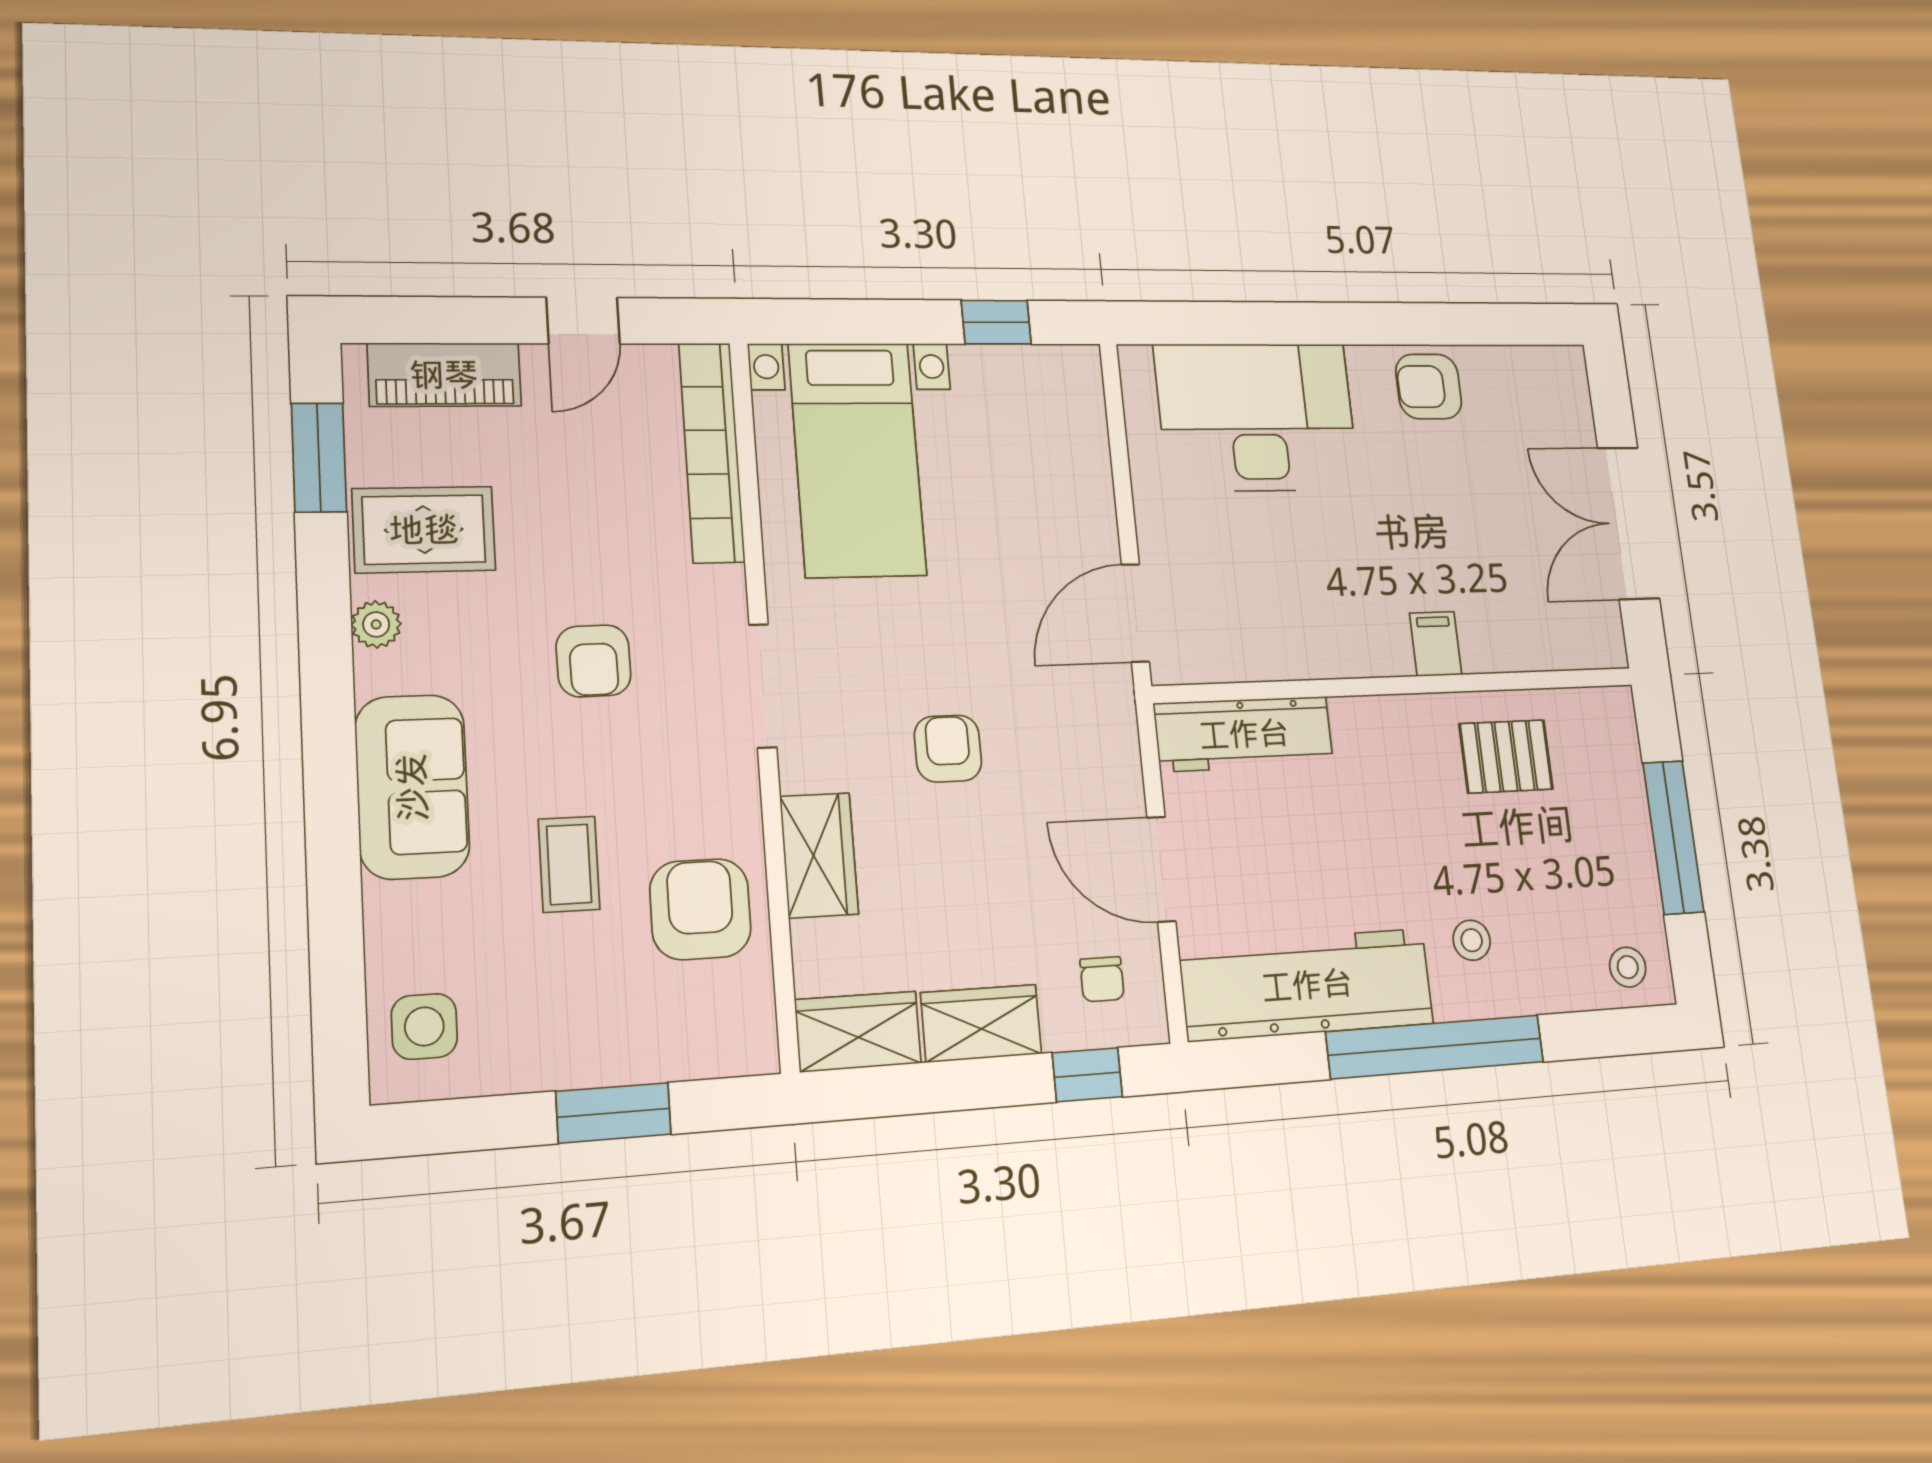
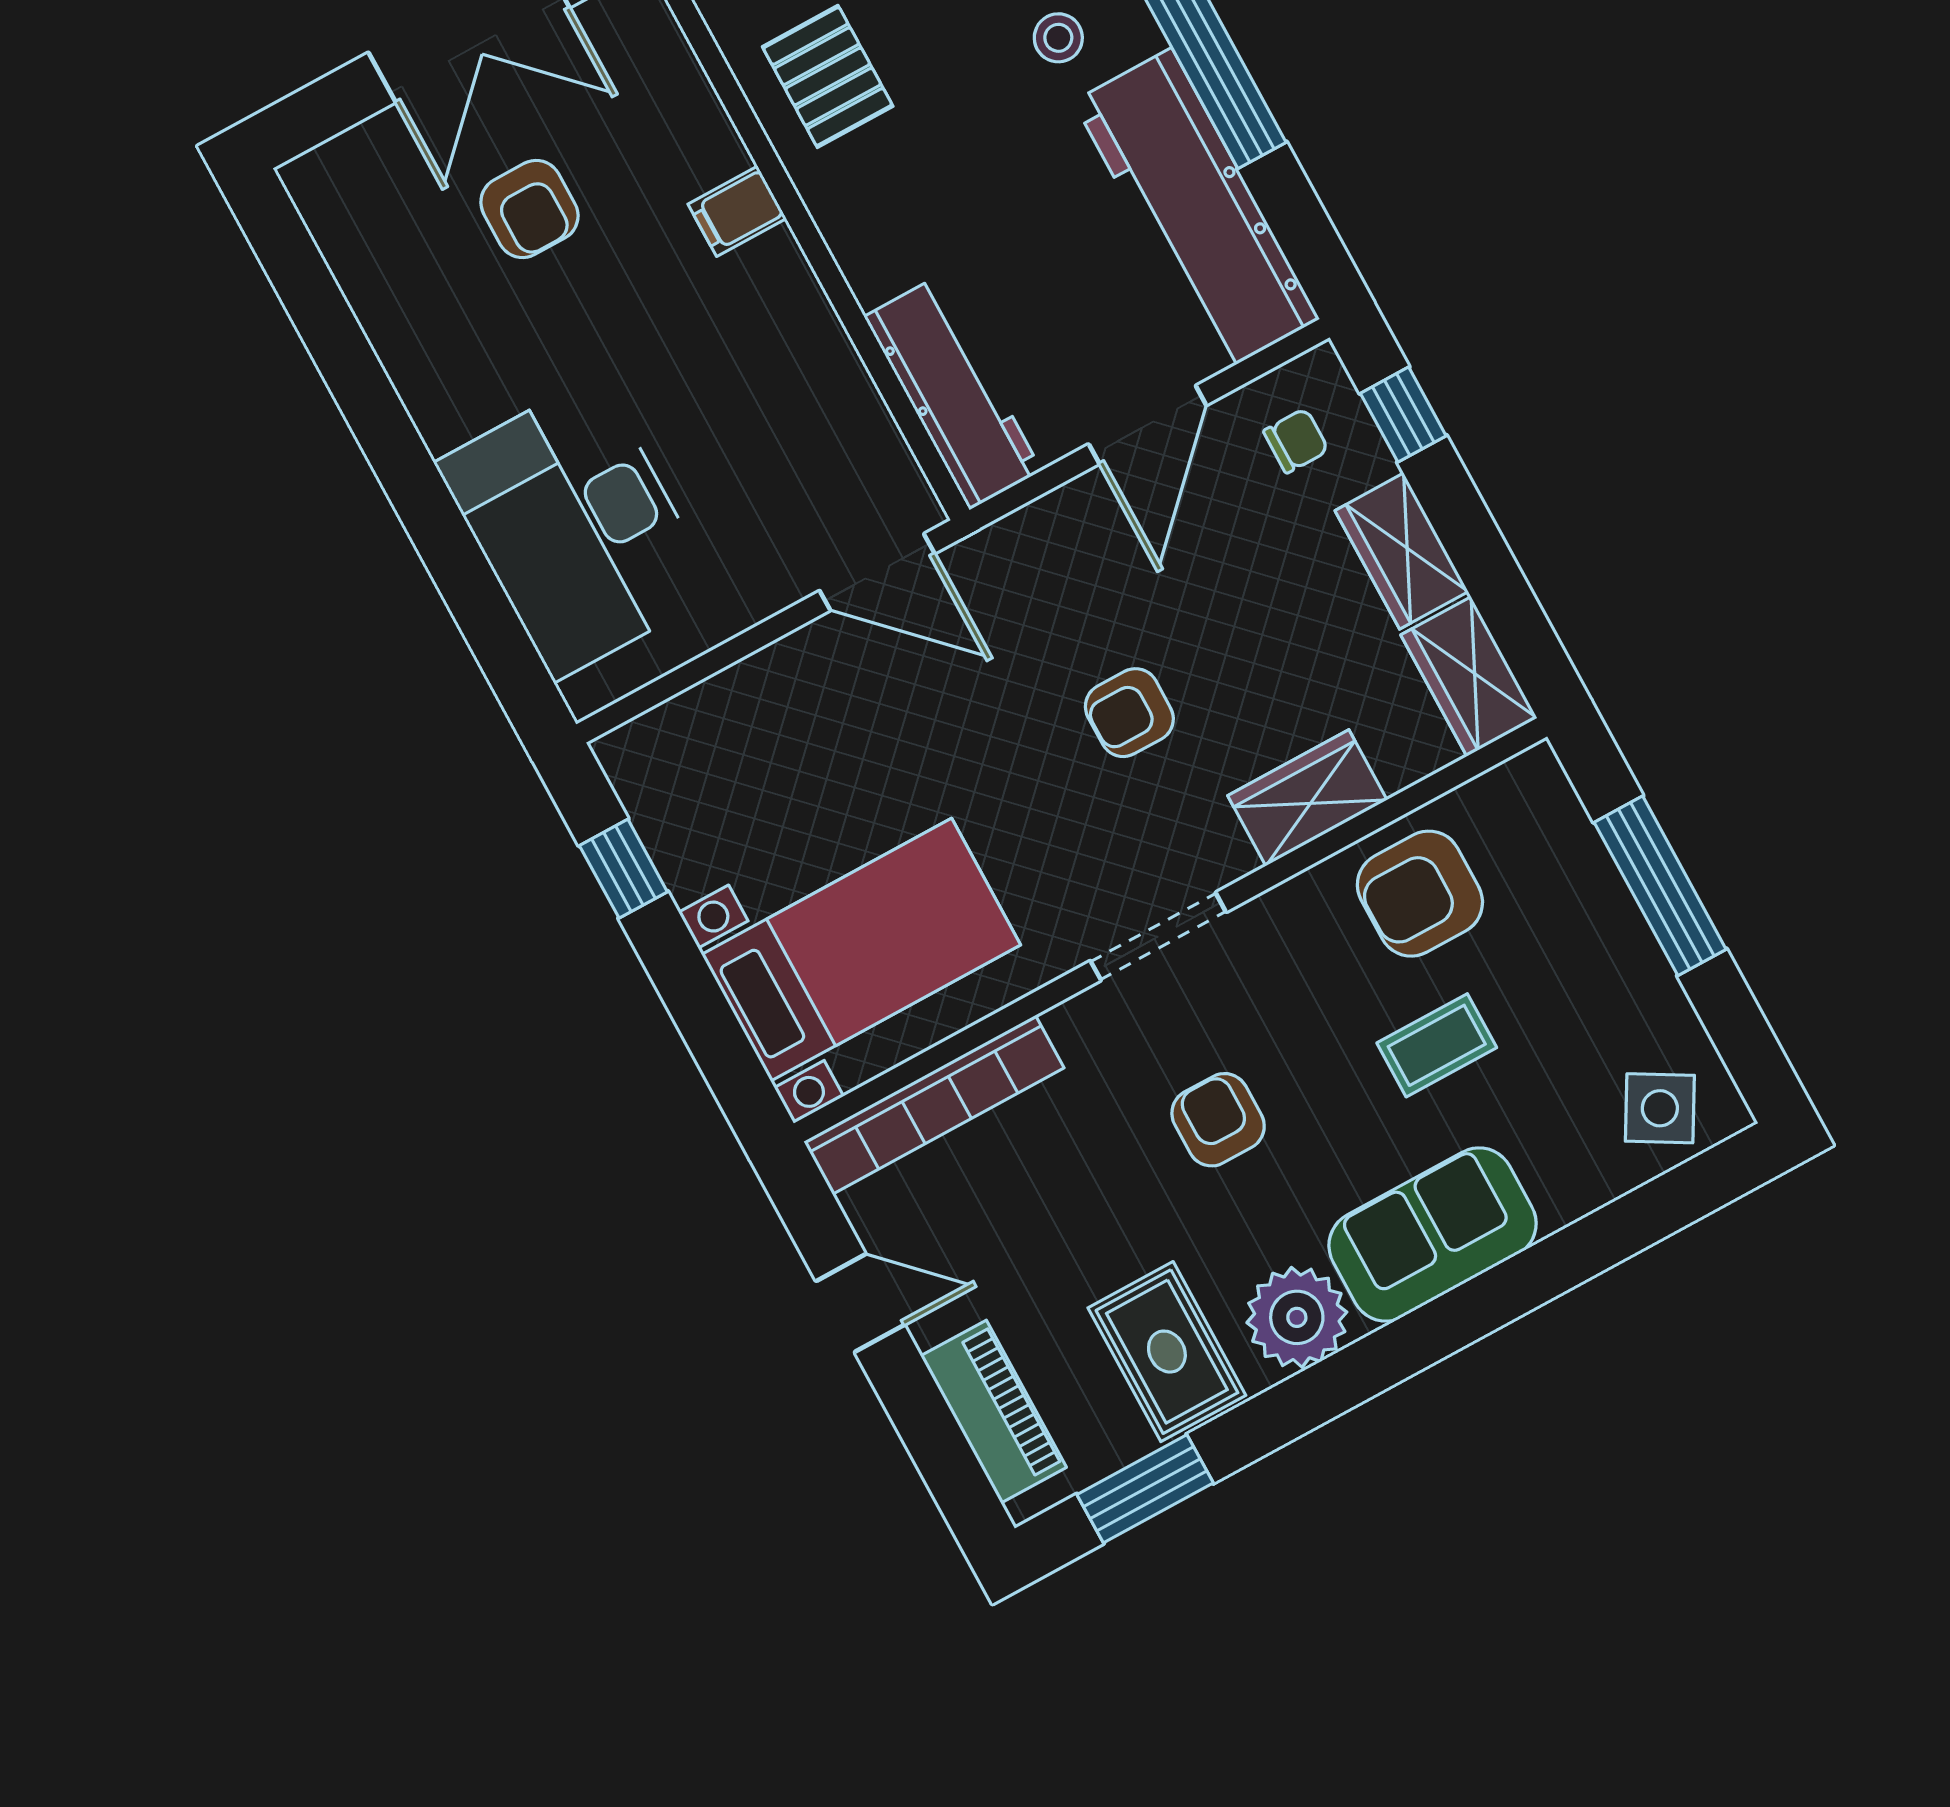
armchair: (1429, 387) -> (529, 209), moved
plant: (376, 624) -> (1297, 1317), width x1.88, depth x1.88
armchair: (593, 661) -> (1218, 1120), turned -89
side table: (424, 1026) -> (1660, 1108), turned 30
window: (614, 1113) -> (1660, 886), width x1.44

